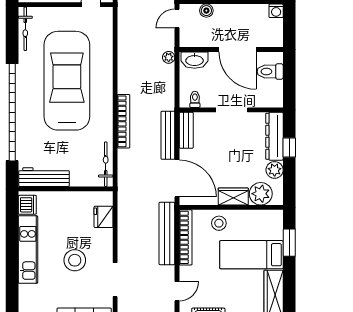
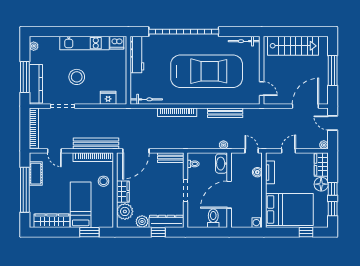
bench: (168, 135) -> (225, 113), moved

